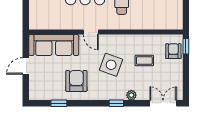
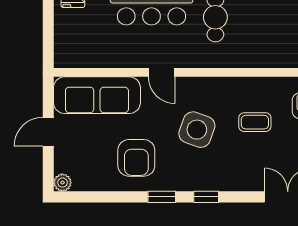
armchair: (76, 81) -> (136, 158), turned 180
plant: (131, 95) -> (62, 183), moved
window: (59, 103) -> (162, 197), moved

